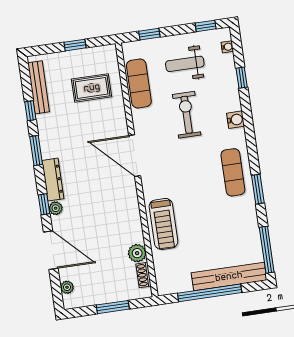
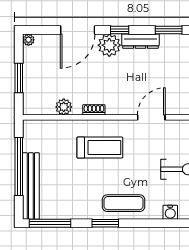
door: (135, 156) -> (151, 117), width x0.73
plant: (56, 208) -> (109, 45), width x1.87, depth x1.87
treadmill: (163, 224) -> (100, 148), moved, turned 180
shoe rack: (144, 275) -> (94, 110), moved
plant: (67, 287) -> (28, 40), moved

